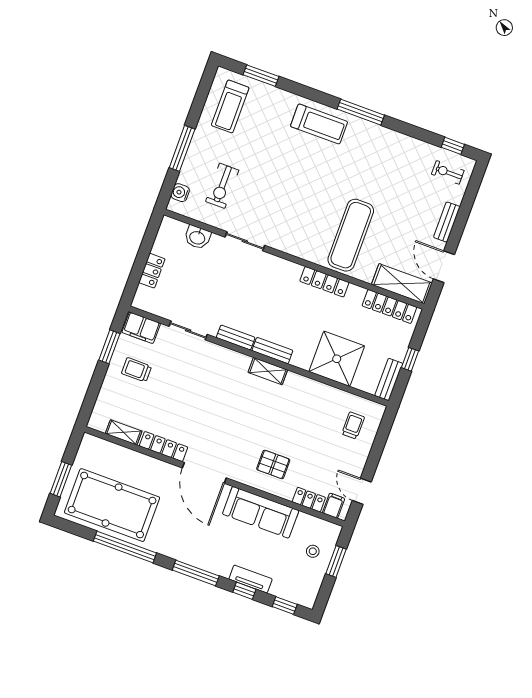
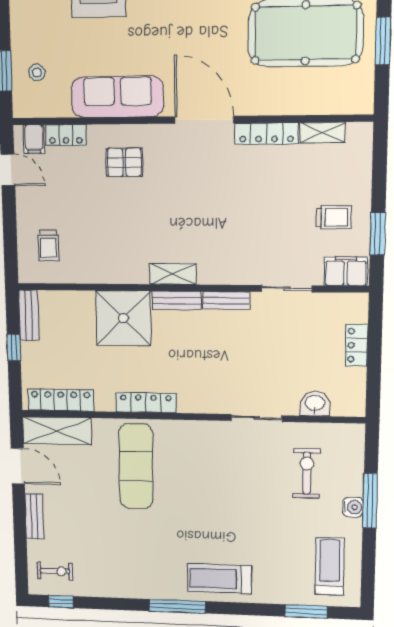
water cooler: (180, 193) -> (353, 507), moved
shower: (337, 359) -> (123, 318), moved

